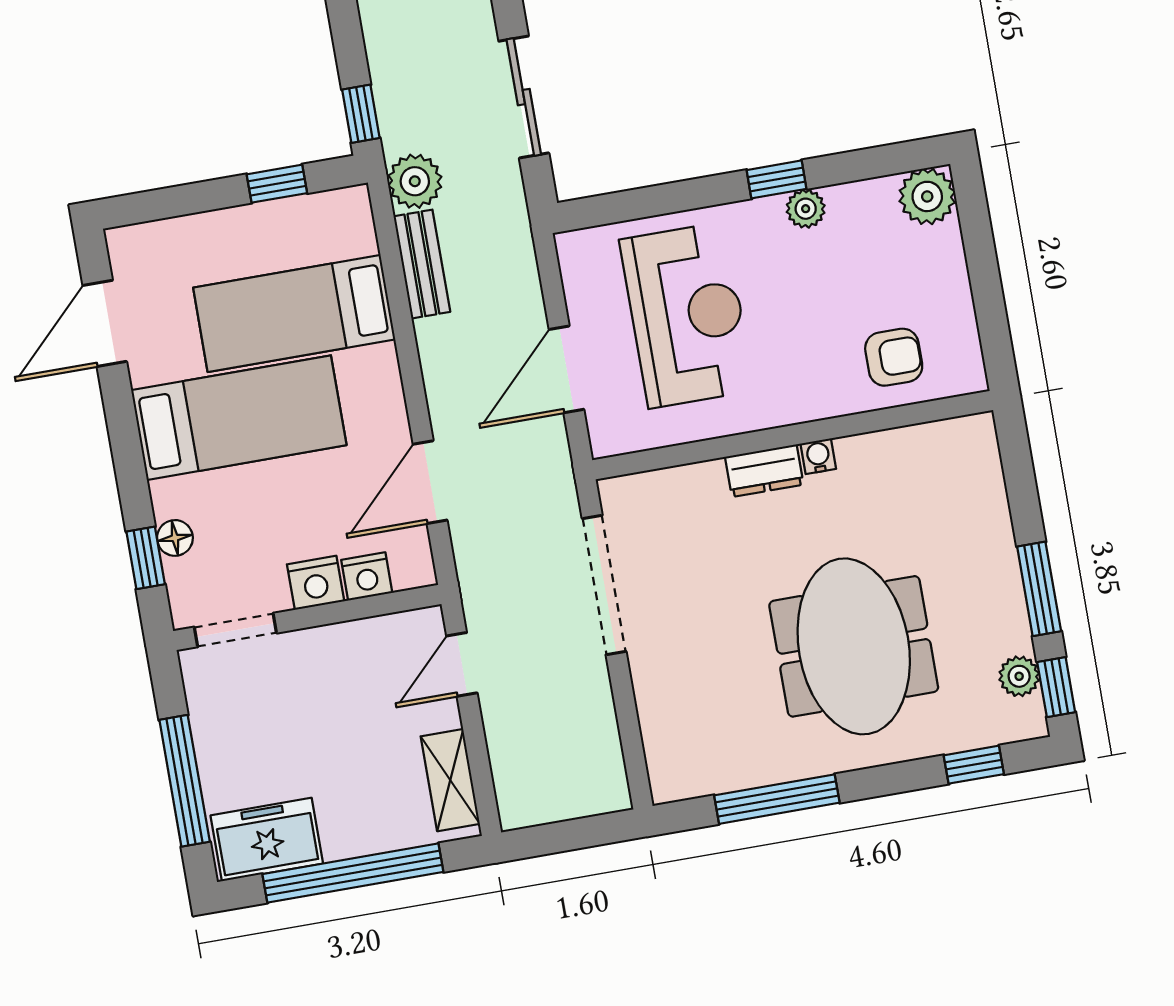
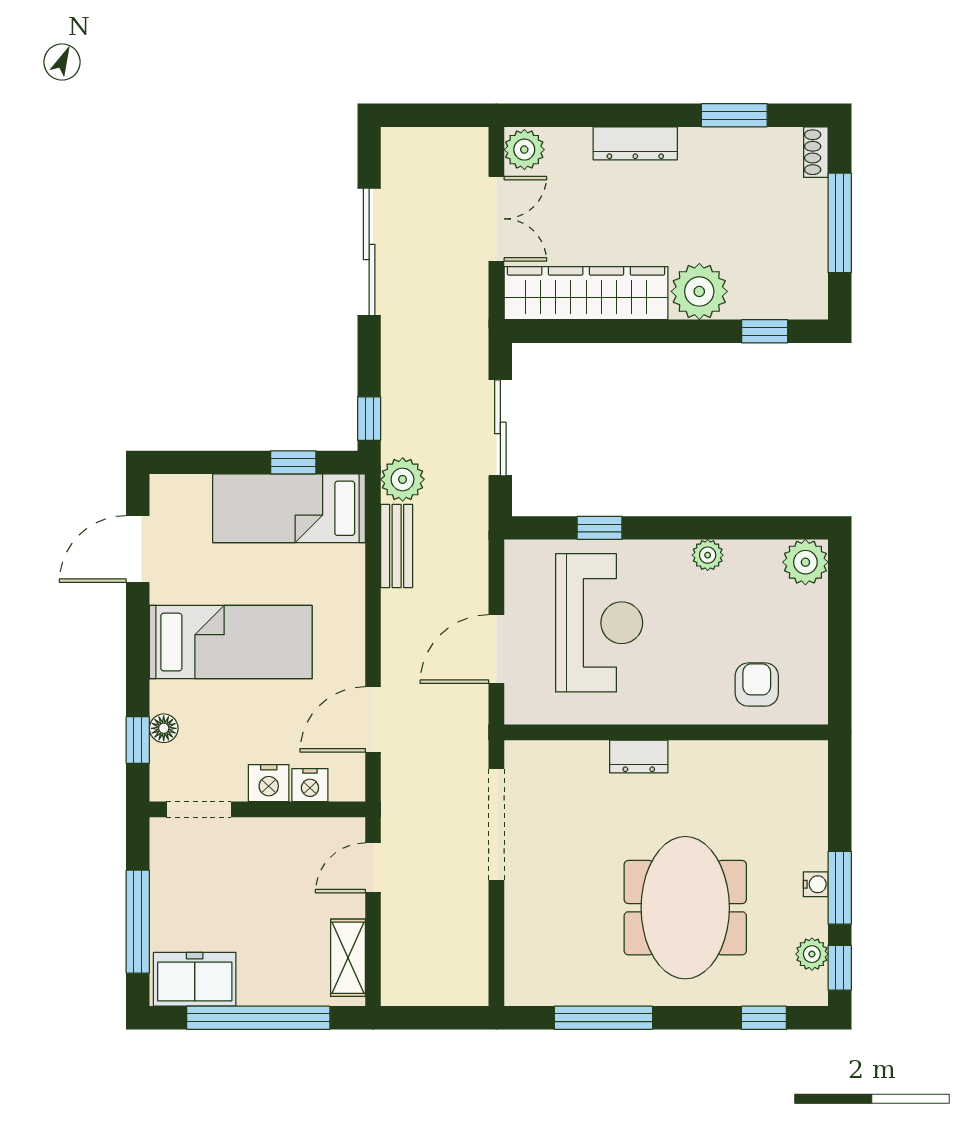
window: (777, 179) -> (599, 528), moved
bed: (294, 313) -> (289, 508), moved
armchair: (894, 357) -> (757, 685), turned -90
water cooler: (818, 456) -> (816, 884), moved, turned 90

